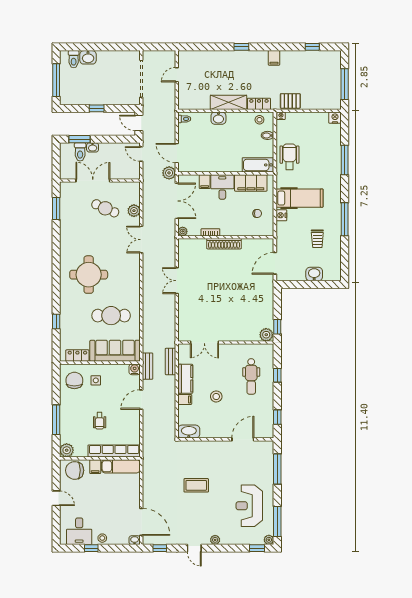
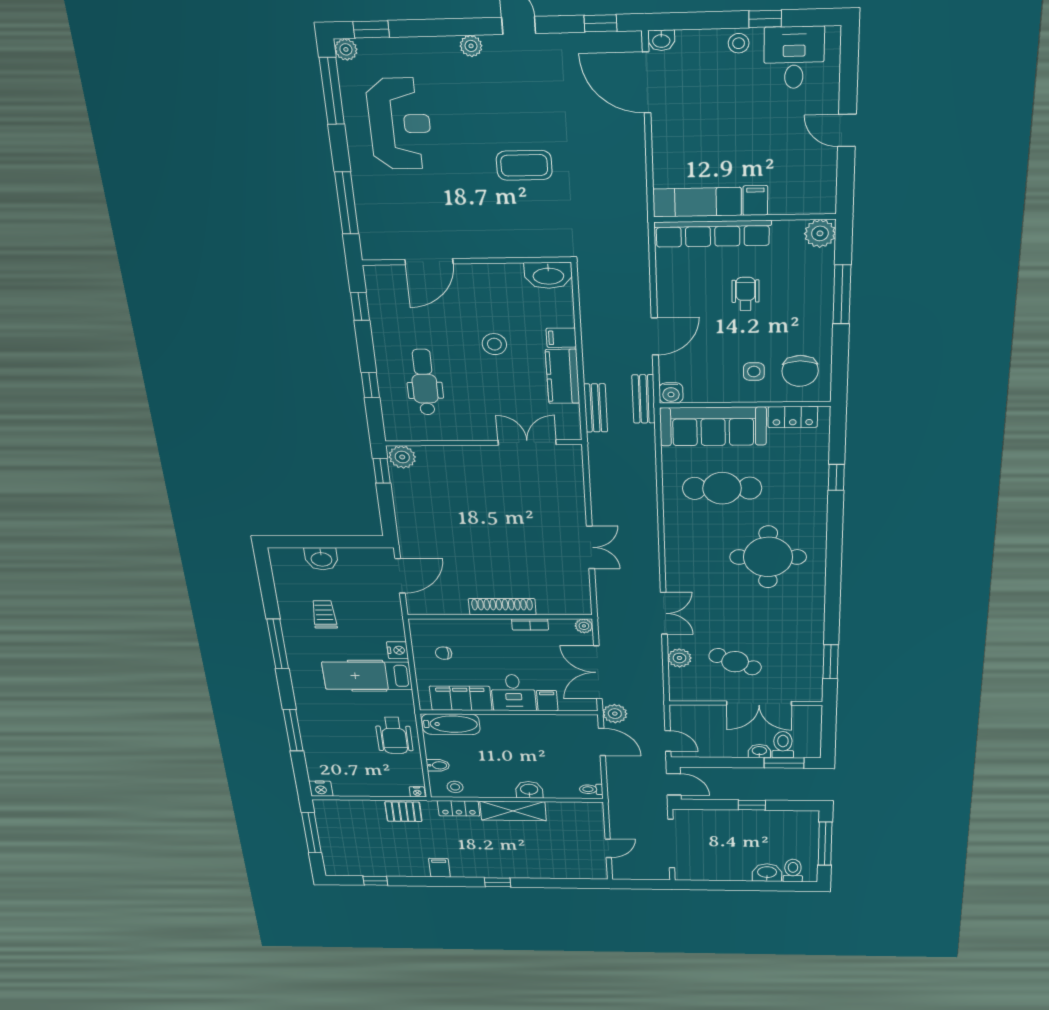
chair: (75, 470) -> (803, 191), removed

